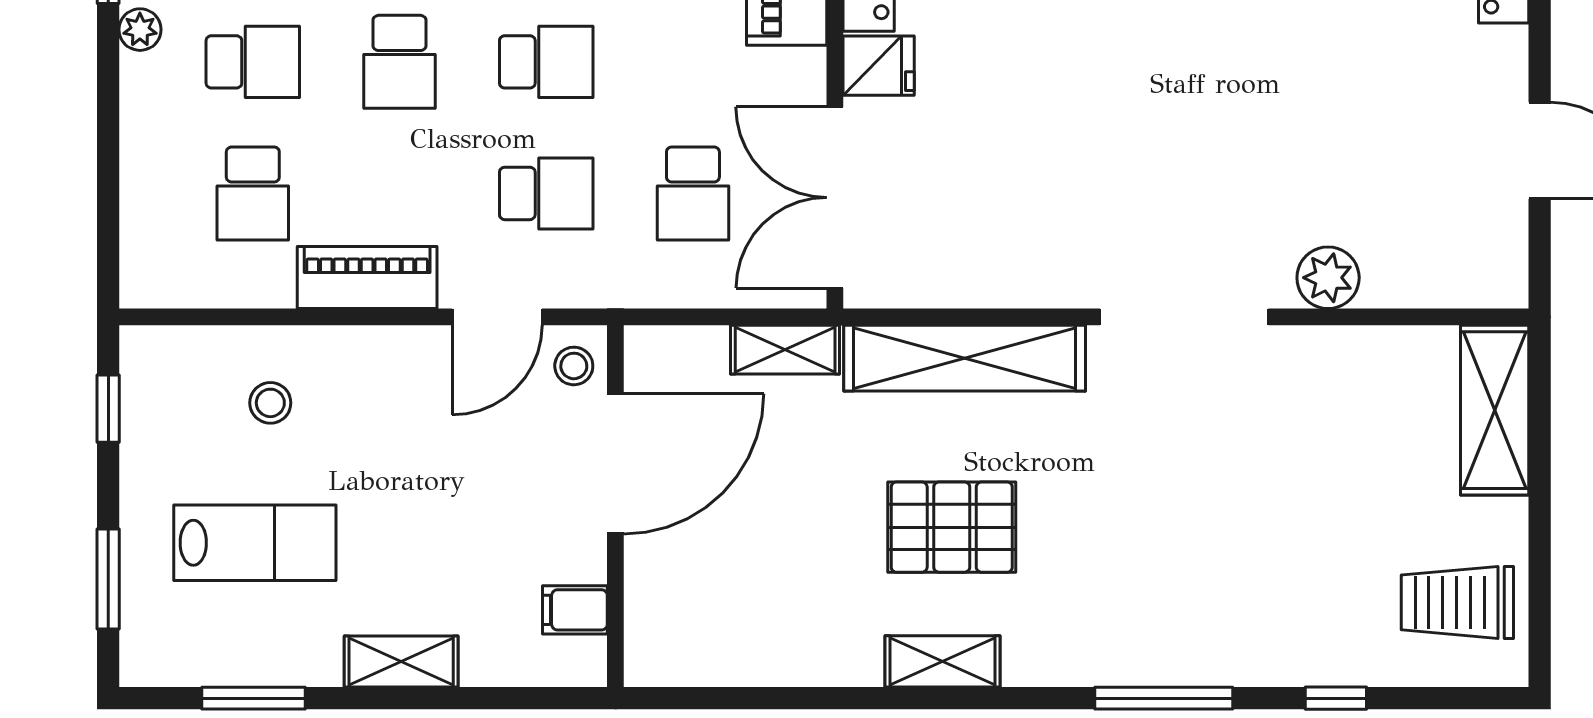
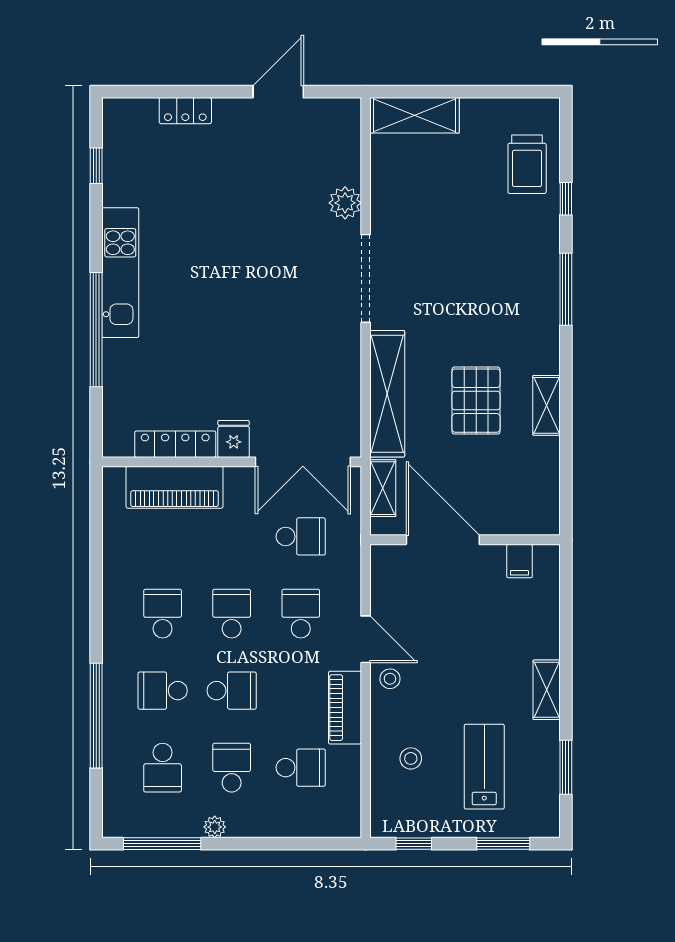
stool: (574, 366) -> (390, 679), moved
door: (615, 464) -> (443, 540), moved
wall: (615, 506) -> (465, 540), moved
trolley: (1457, 602) -> (527, 164), moved
filing cabinet: (575, 610) -> (519, 561), moved

